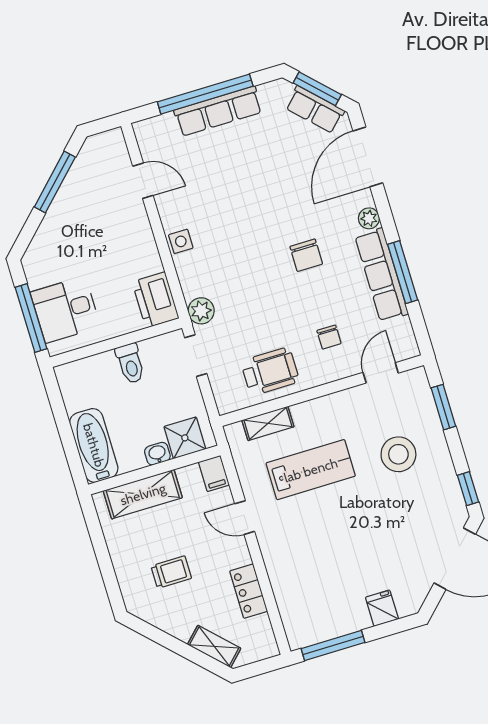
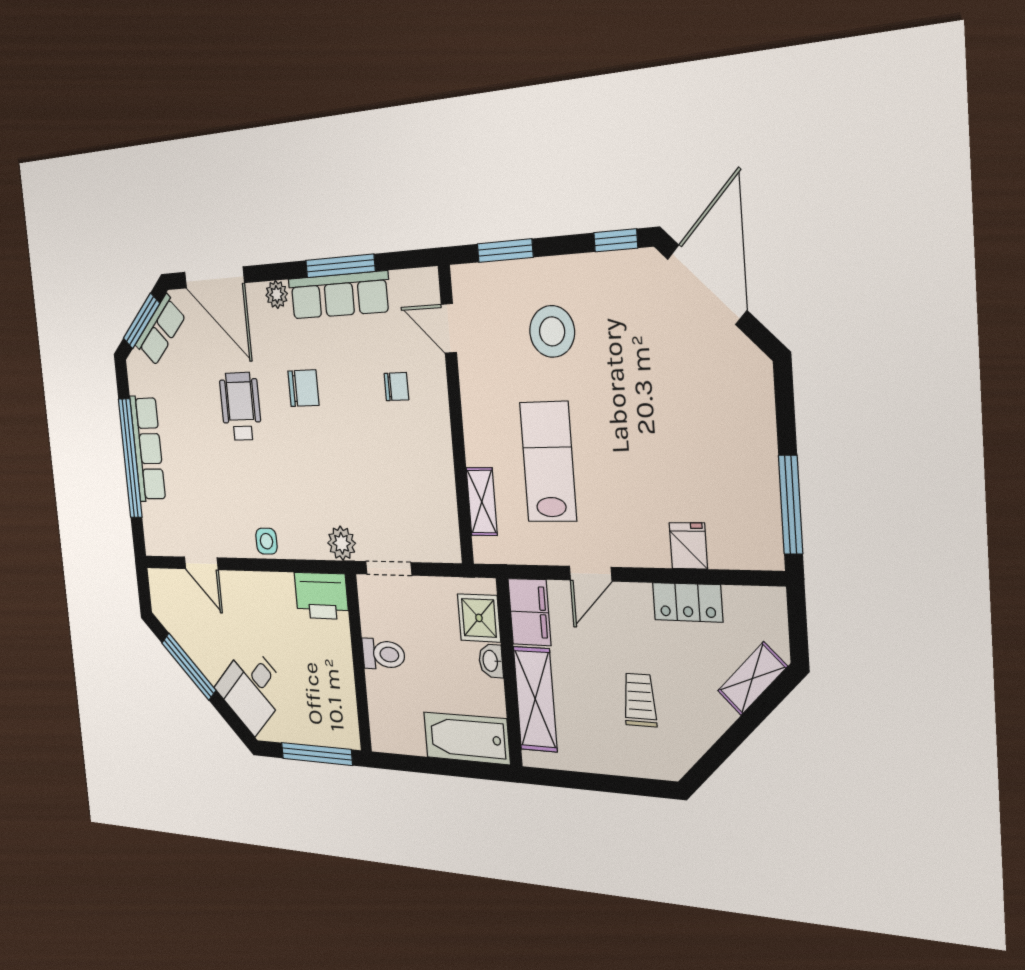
door: (143, 181) -> (201, 563), swing flipped
desk: (65, 310) -> (252, 689), moved, turned 45
wheelchair: (270, 371) -> (240, 406), moved
filing cabinet: (214, 474) -> (529, 612), width x2.00
fridge: (382, 608) -> (688, 546), moved, turned 90

